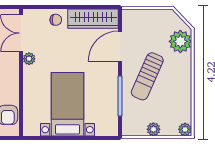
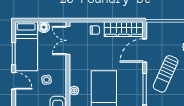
plant: (29, 59) -> (74, 90), moved

